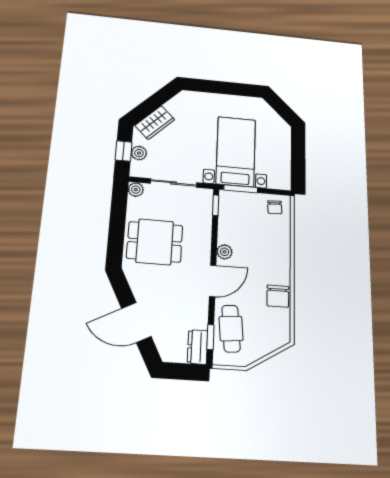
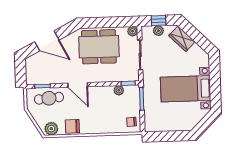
bed with nightstands: (236, 151) -> (186, 89), moved, turned 180
dining table: (155, 242) -> (99, 47), width x1.38
plant: (225, 252) -> (119, 90), moved
door: (136, 322) -> (47, 41), swing flipped
plant: (280, 330) -> (51, 129), added
dresser: (198, 347) -> (36, 79), removed

